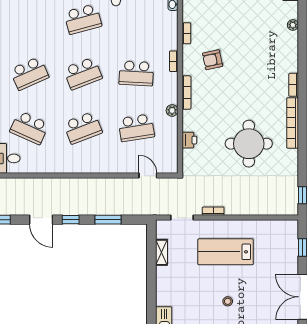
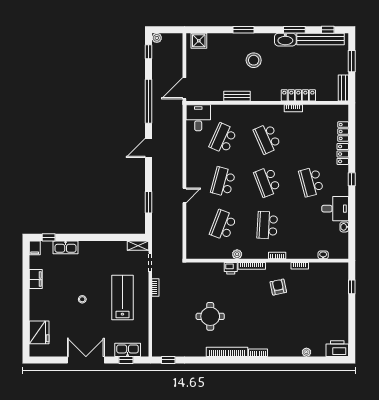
school desk: (83, 128) -> (223, 182), turned 36
school desk: (136, 128) -> (223, 225), turned 30
printer: (189, 140) -> (231, 268), moved
round table: (249, 144) -> (210, 316), width x0.73, depth x0.73
door: (148, 176) -> (184, 195), moved
window: (71, 220) -> (149, 172), removed
kitchen sink: (290, 246) -> (128, 350), added
shelving: (161, 252) -> (138, 246), moved

